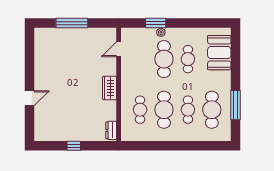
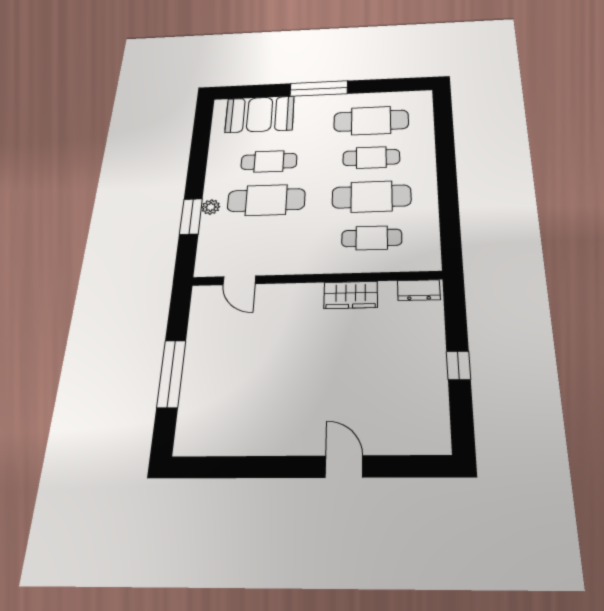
wardrobe: (110, 88) -> (351, 295), moved
window: (236, 105) -> (319, 89), moved

